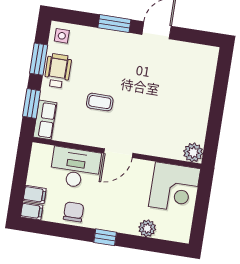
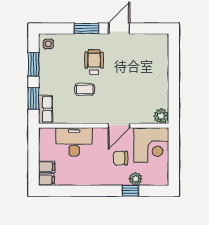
wheelchair: (58, 71) -> (94, 62), moved
door: (118, 153) -> (119, 126), moved
chair: (74, 212) -> (121, 158), moved, turned -90
window: (105, 237) -> (130, 191), moved

